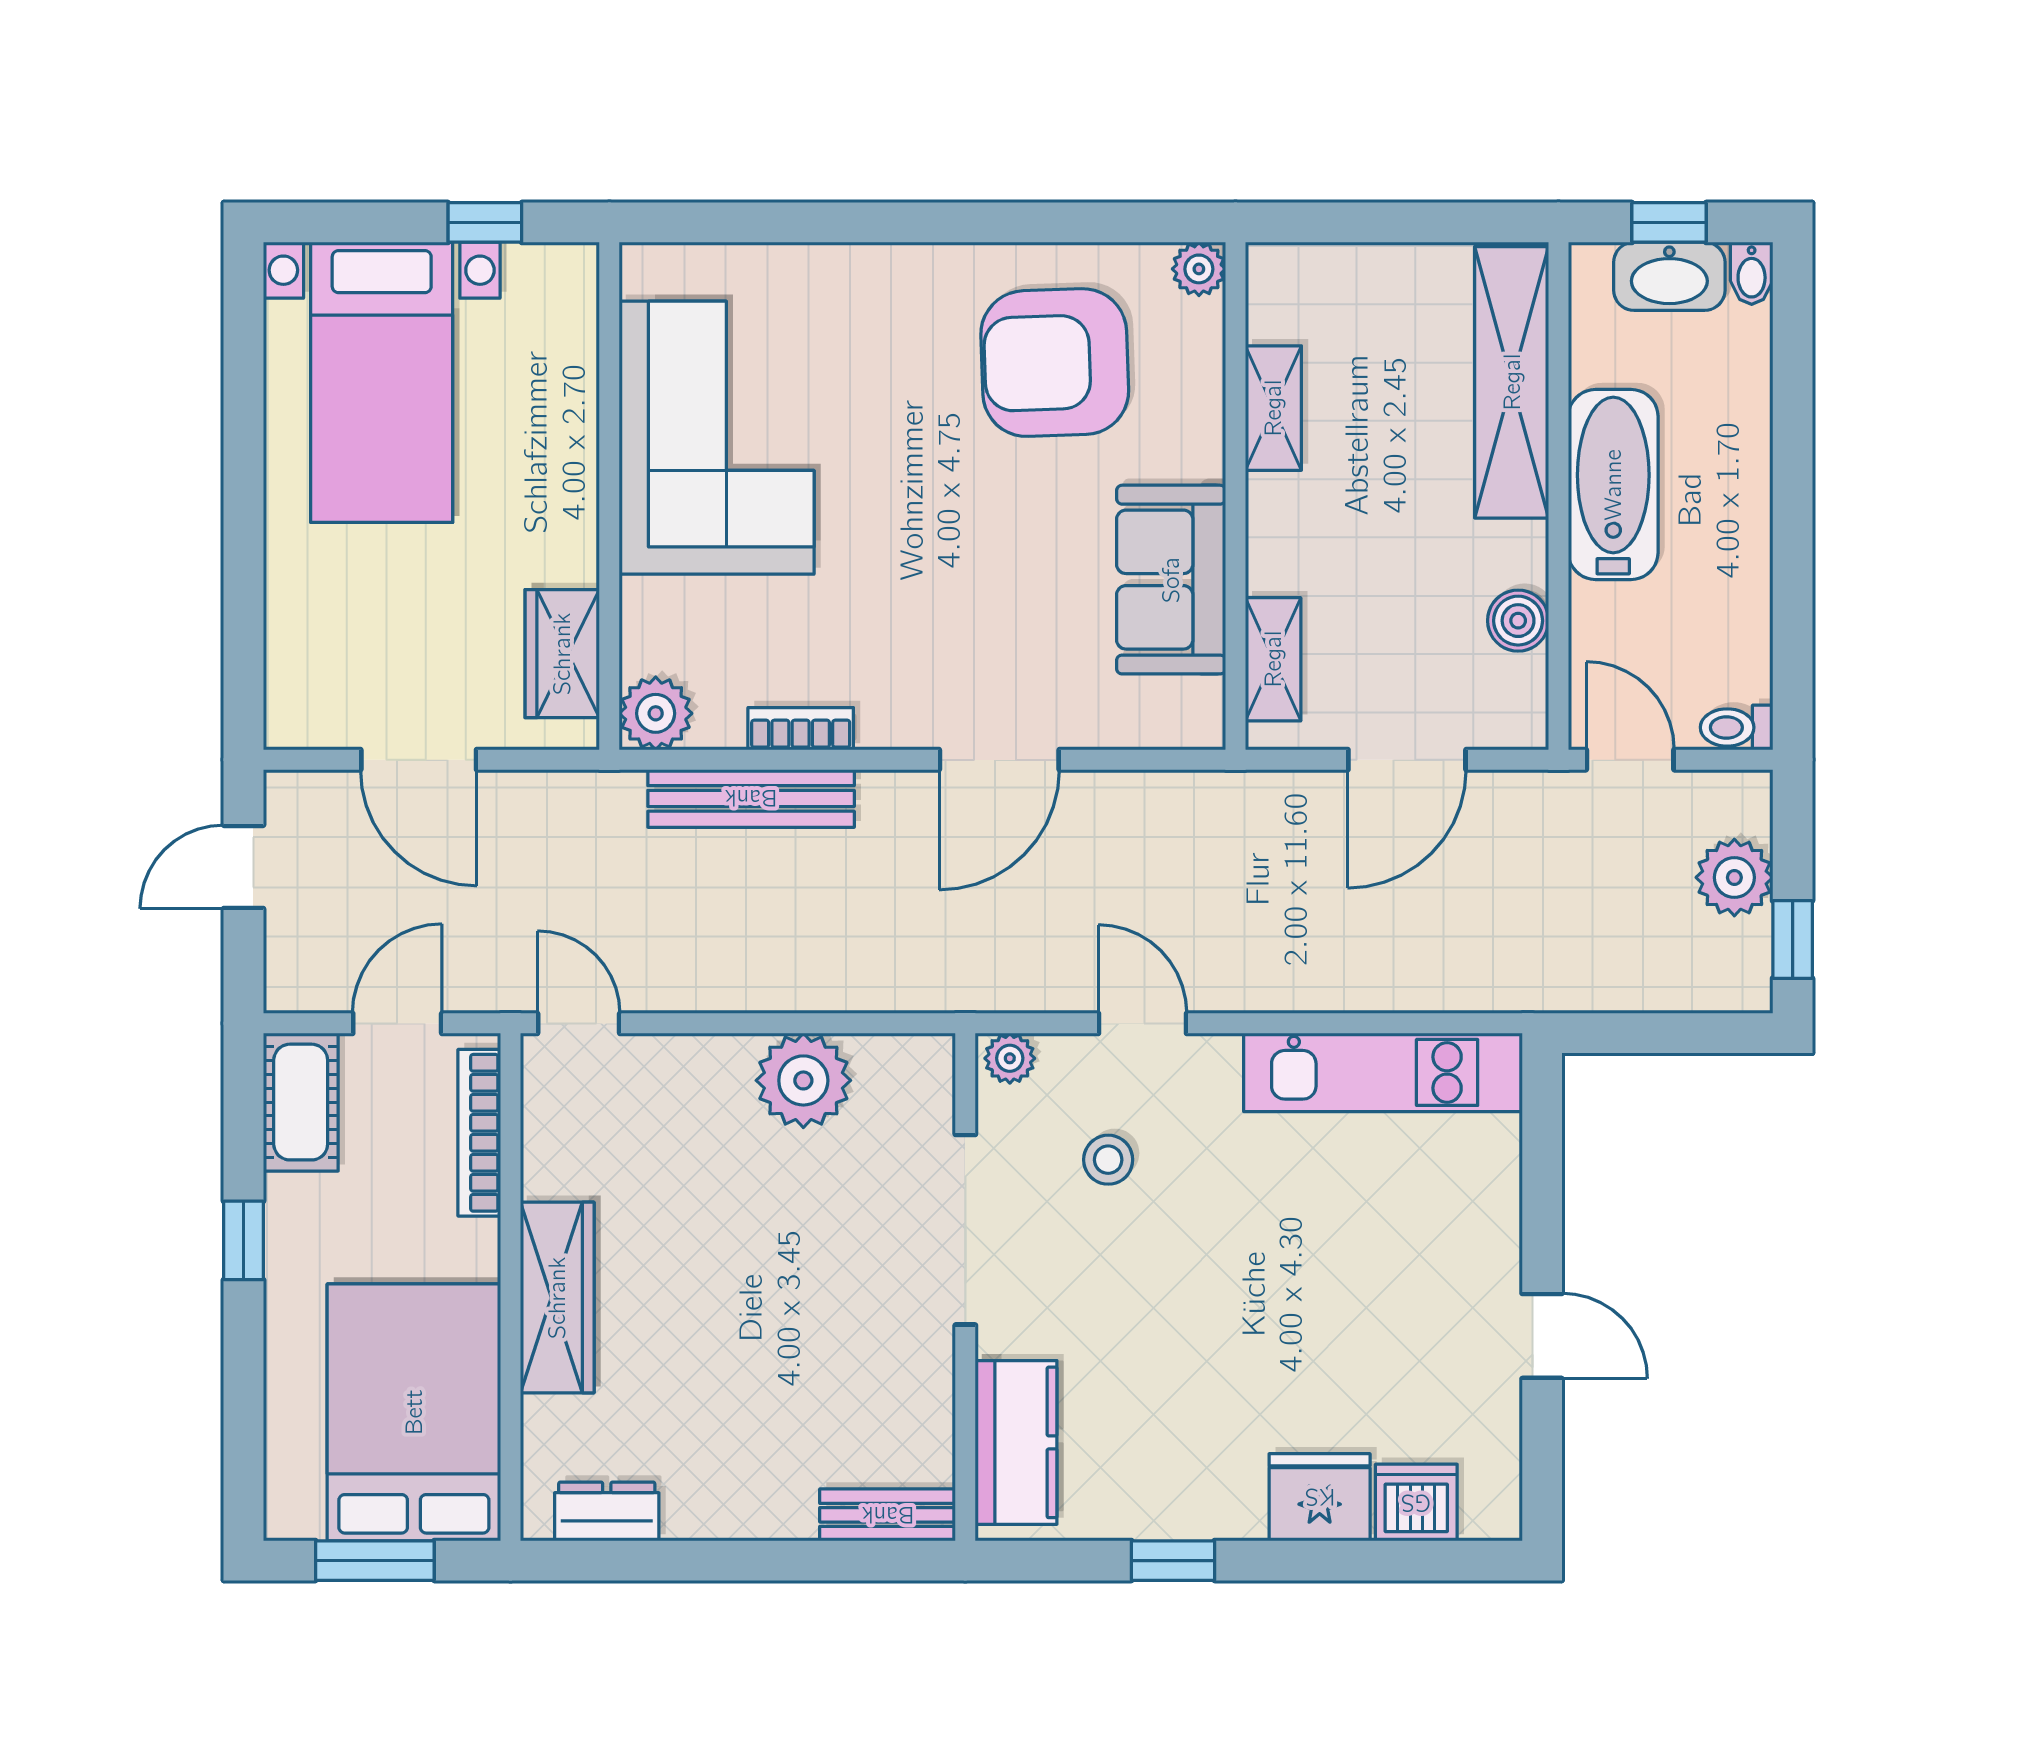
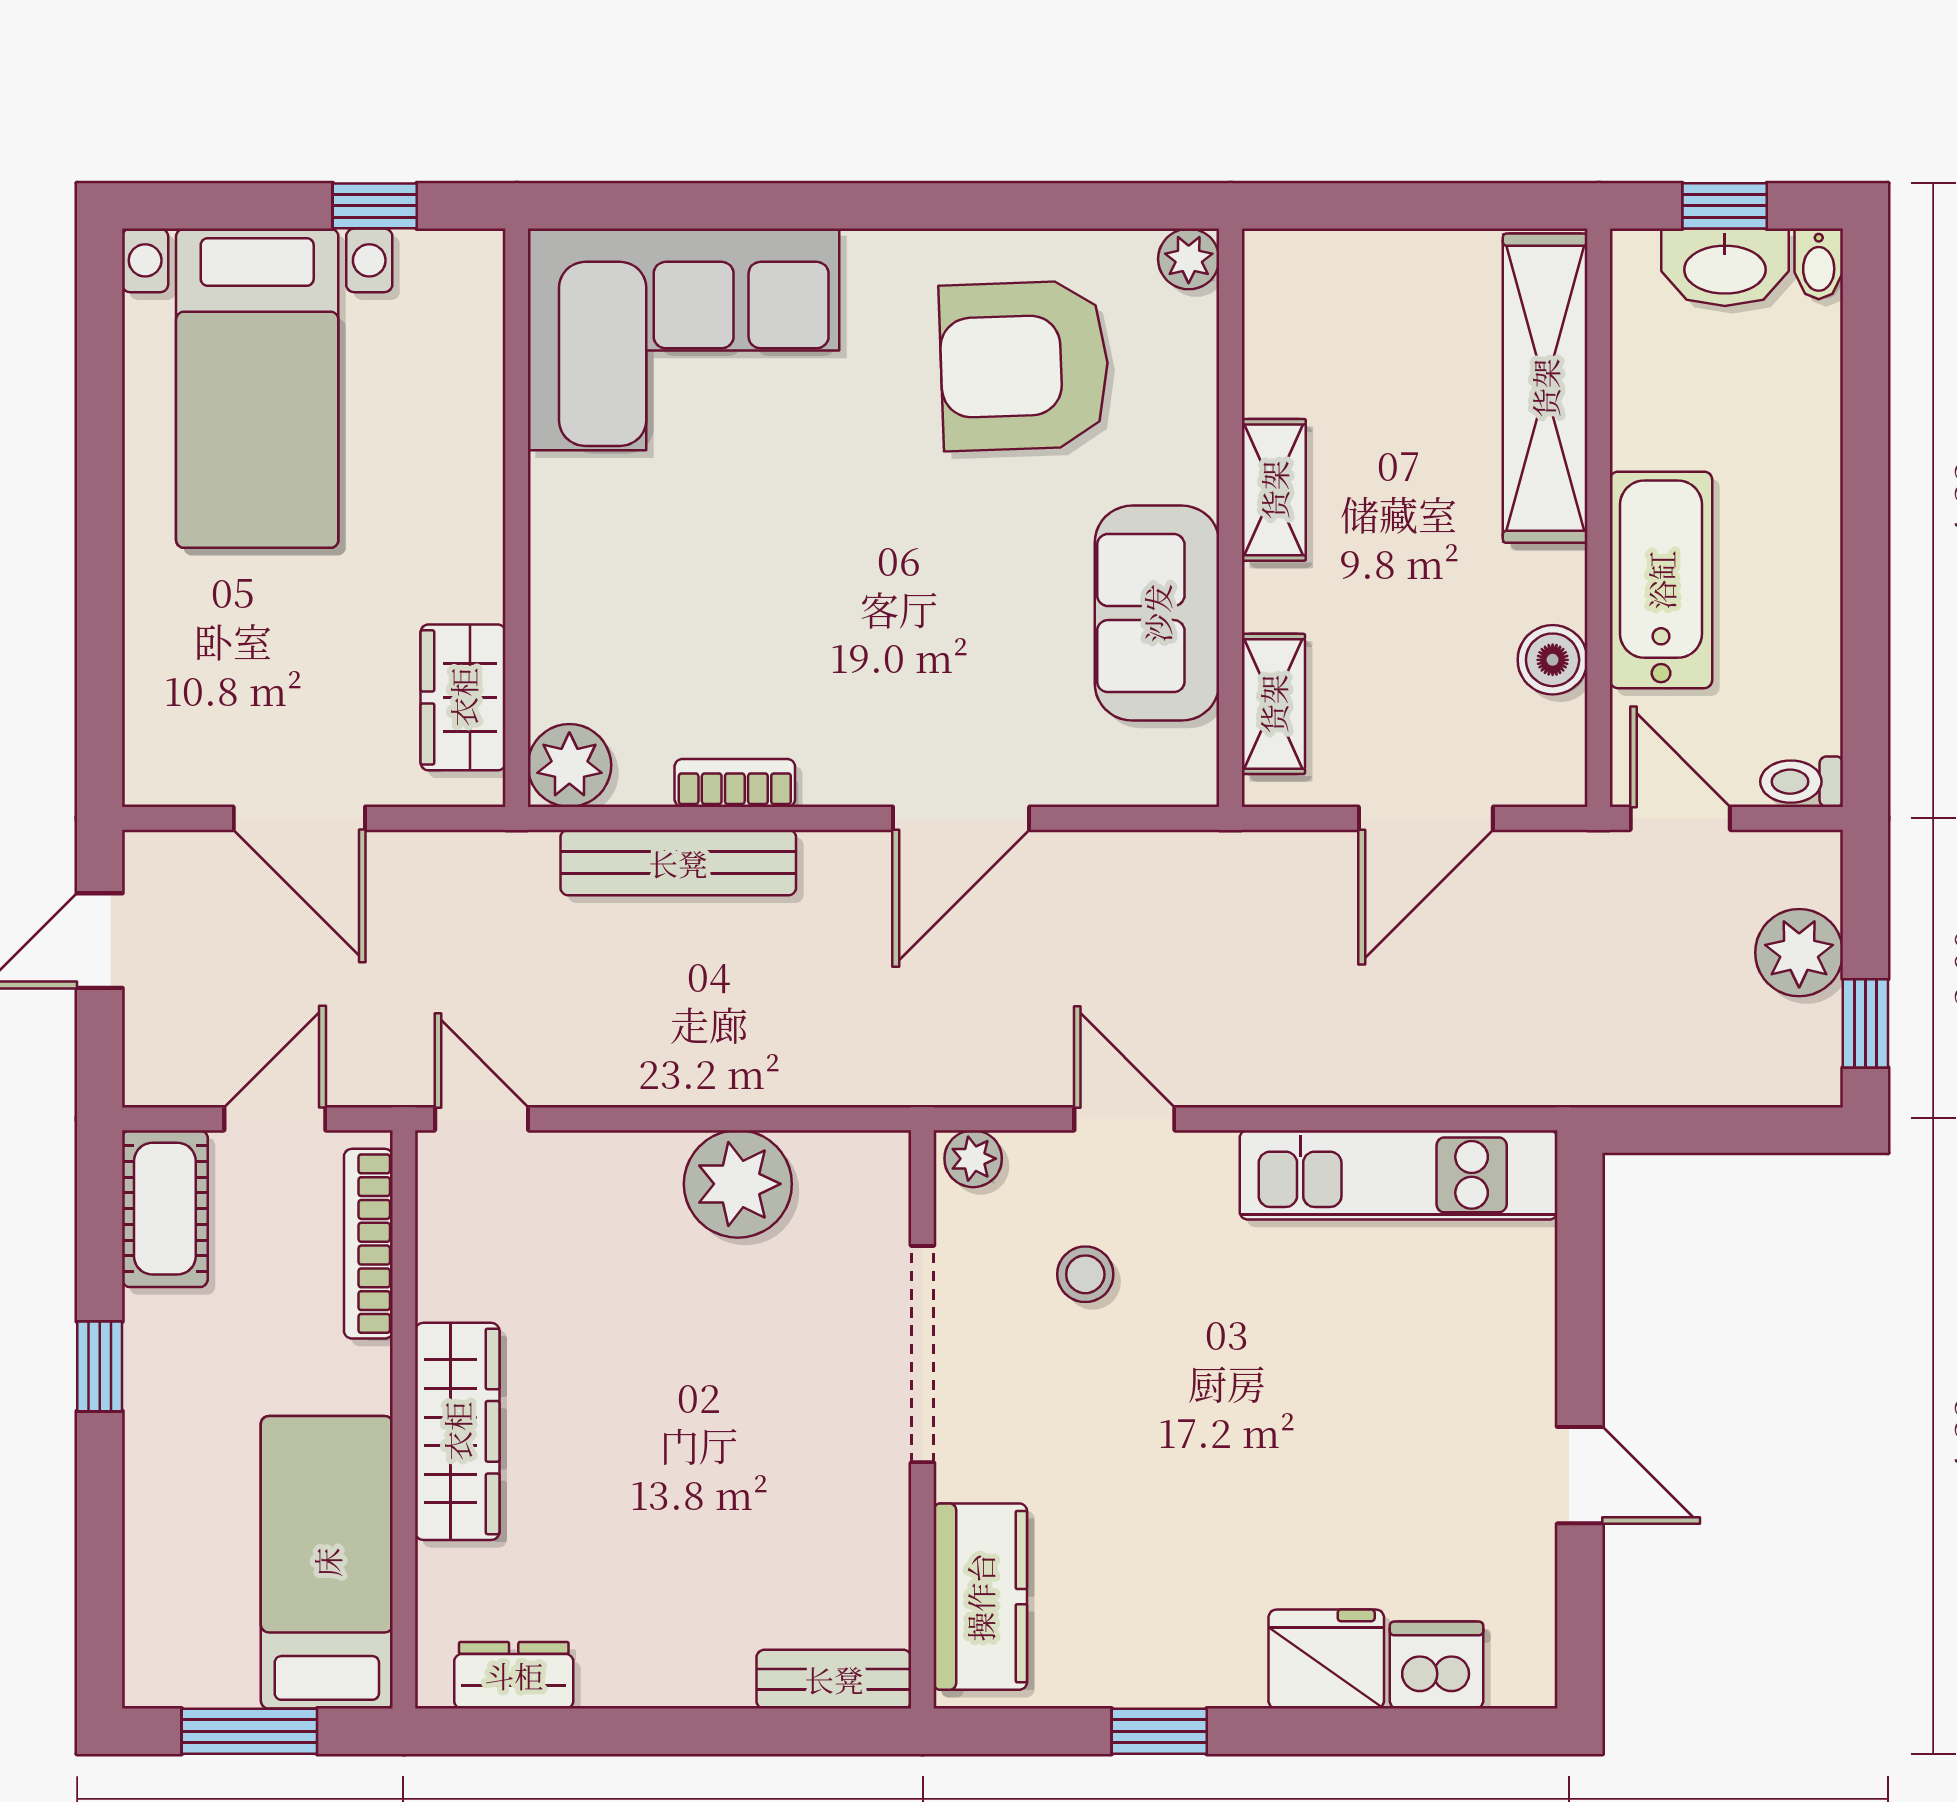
shelving: (1273, 408) -> (1274, 490), moved
corner sofa: (717, 438) -> (684, 339), moved, turned 90
bathtub: (1613, 485) -> (1661, 580), moved
bed: (414, 1412) -> (327, 1562), width x0.67

